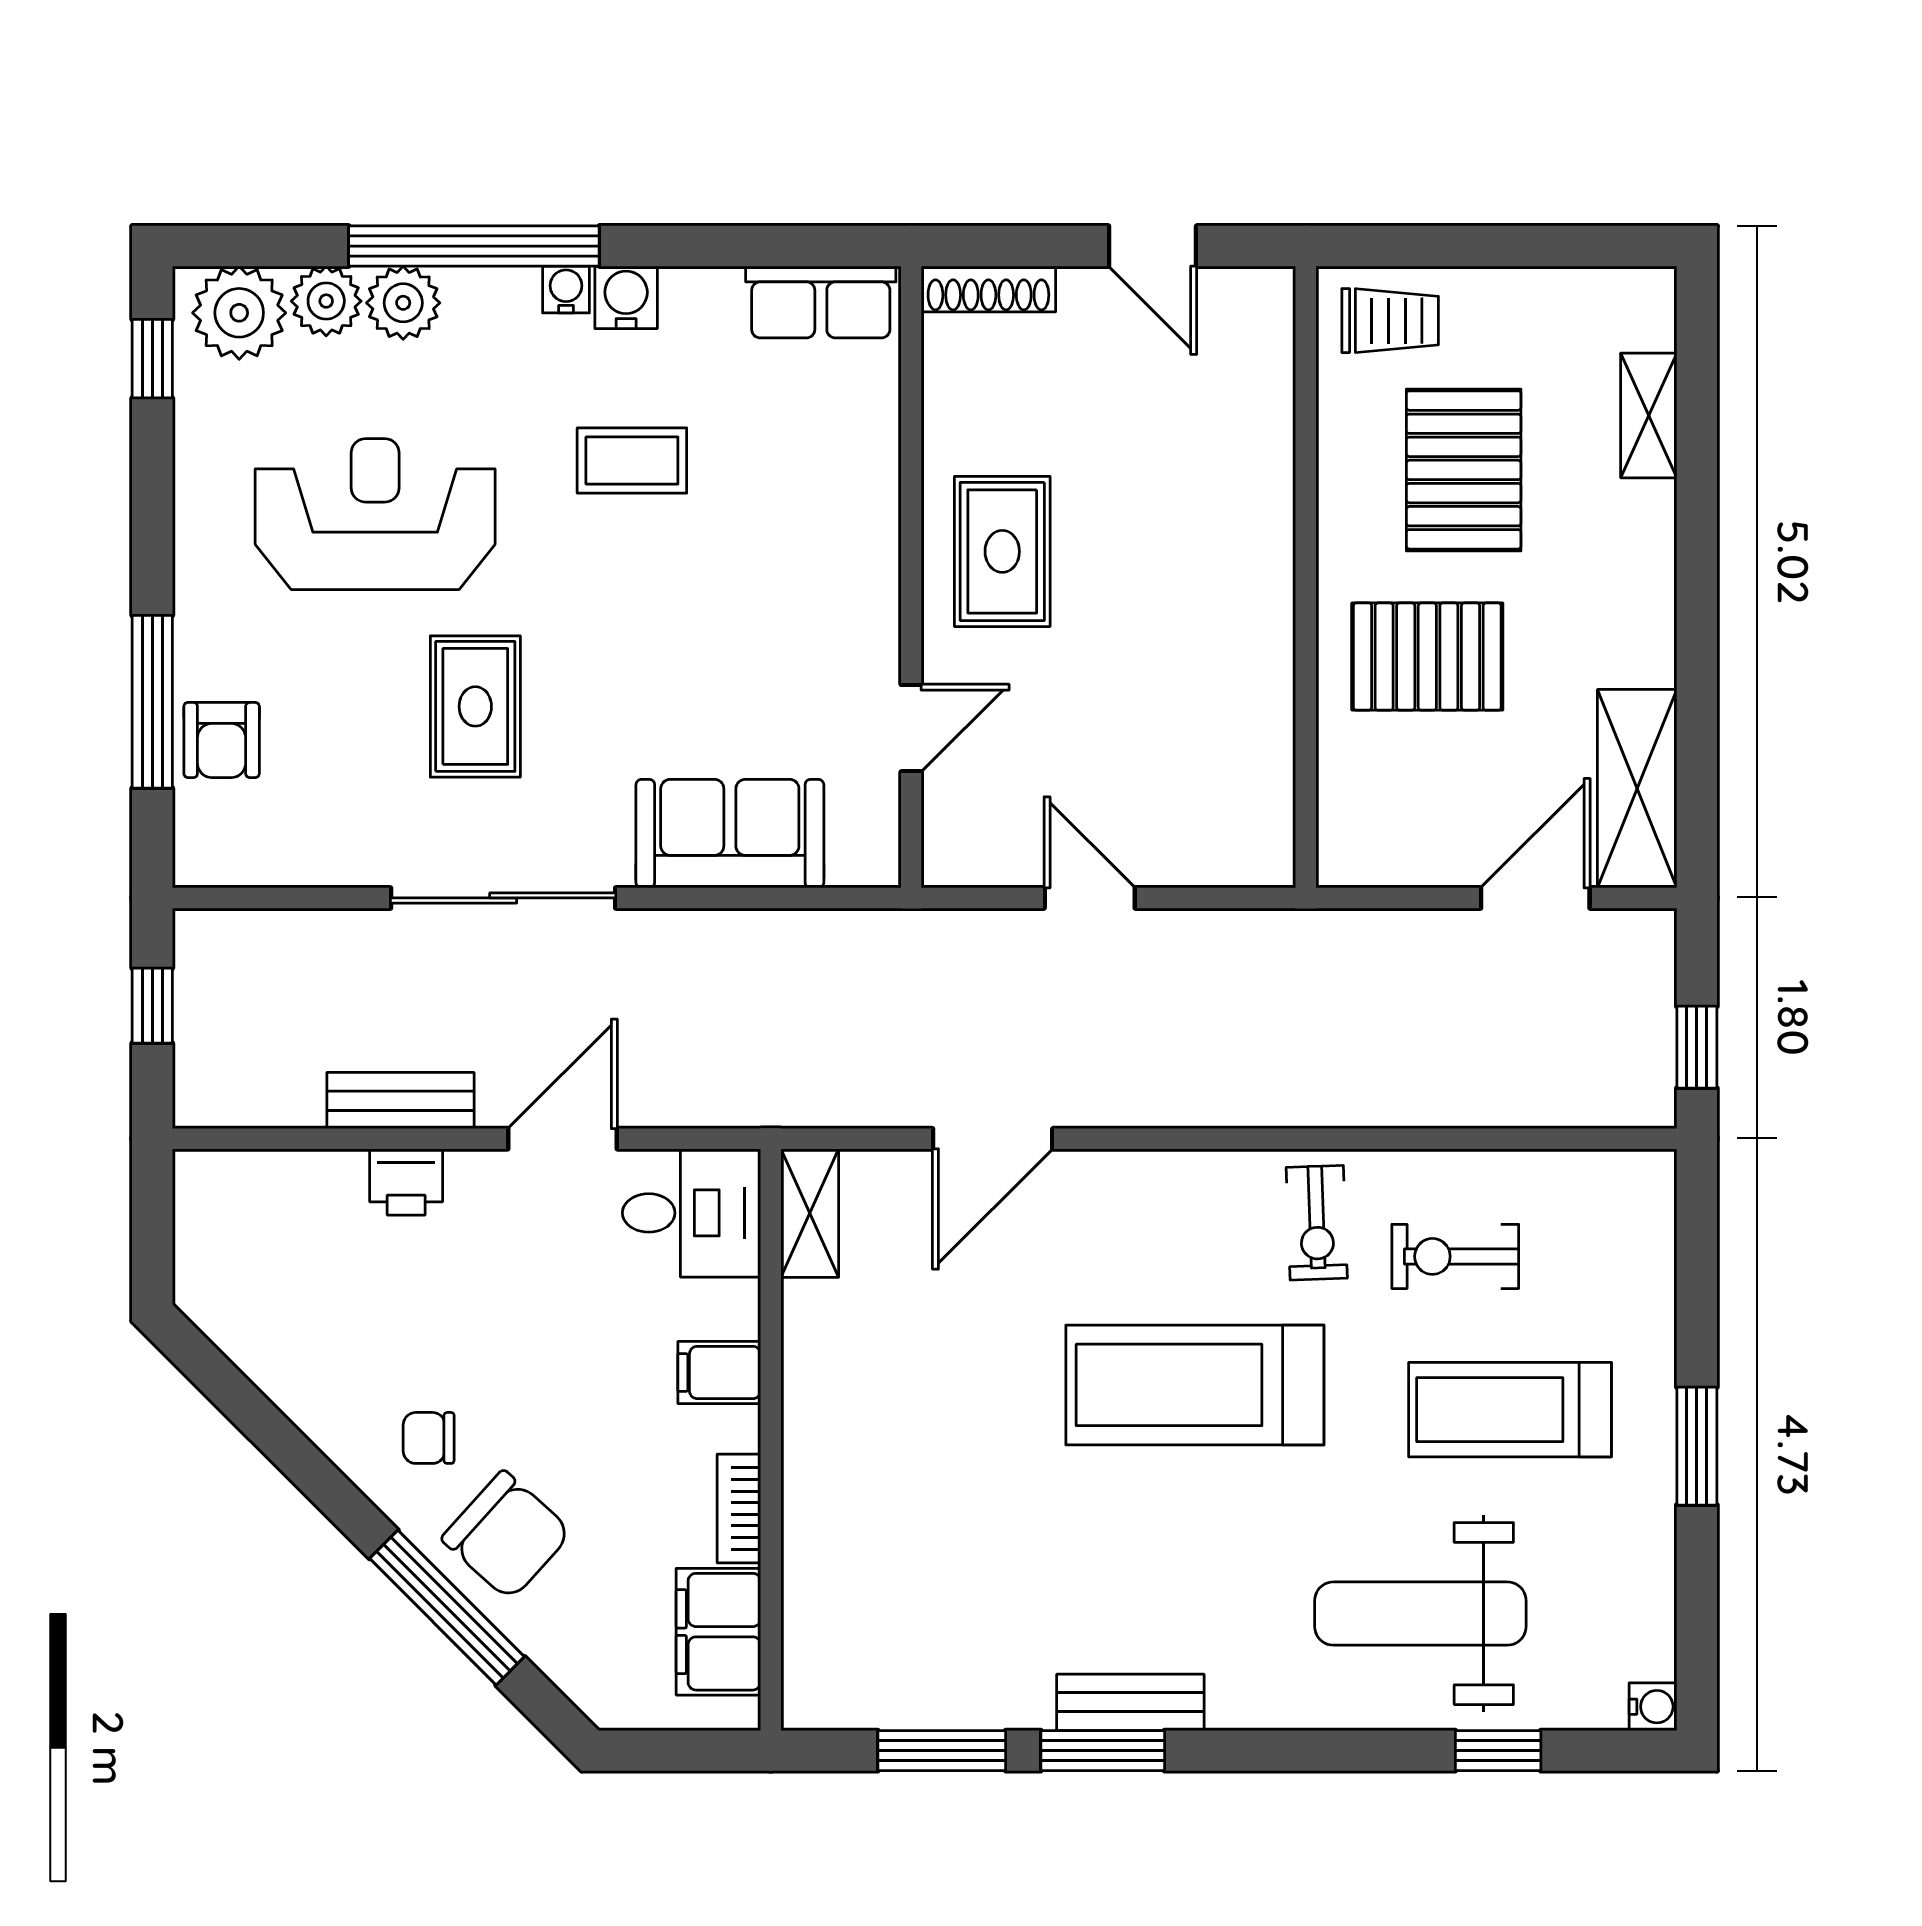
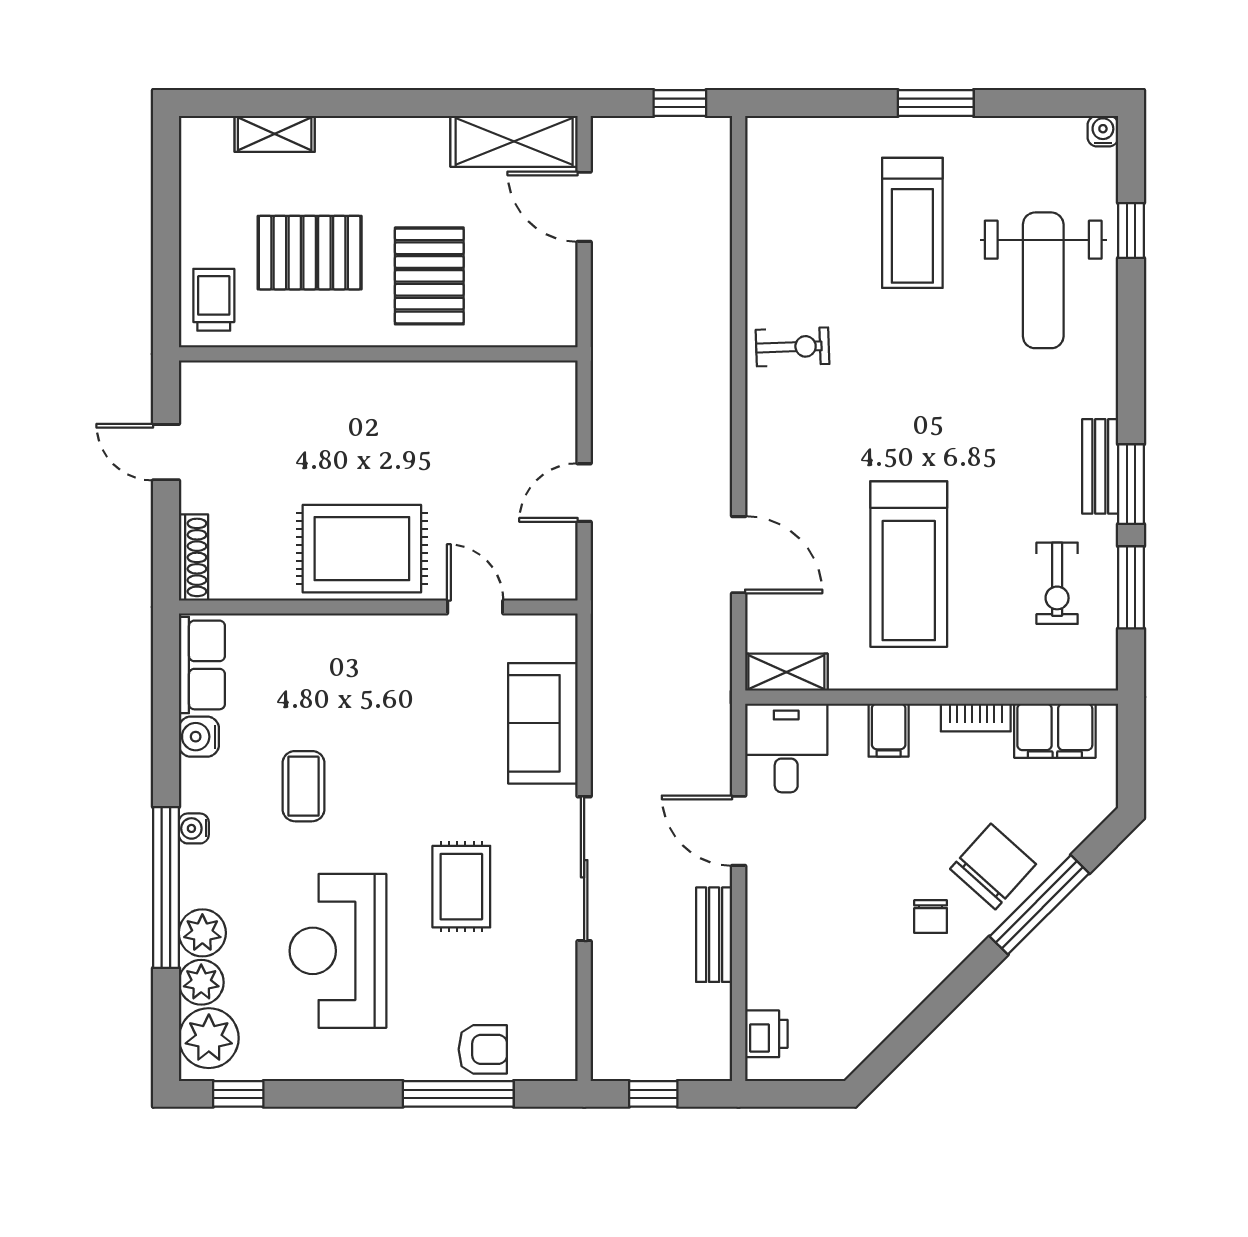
door: (1153, 246) -> (166, 452), swing flipped
water cooler: (626, 297) -> (199, 737), moved
rug: (1002, 551) -> (362, 549), width x1.36, depth x1.43
rug: (475, 706) -> (461, 887), turned 90
printer: (406, 1182) -> (766, 1034), moved
exercise bike: (1455, 1256) -> (1057, 583), moved
treadmill: (1195, 1385) -> (909, 564), moved

